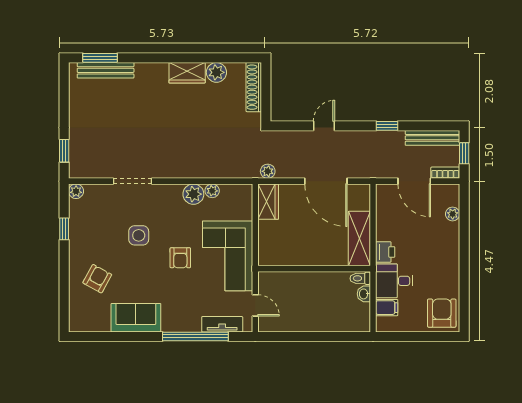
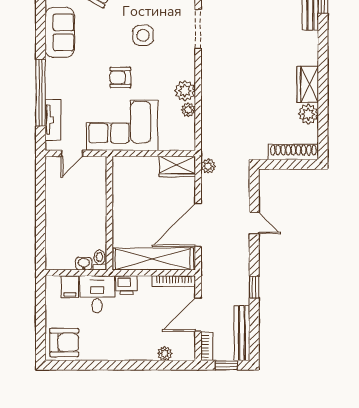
bookcase: (381, 205) -> (174, 281), added
shelving: (359, 239) -> (153, 259), width x1.47

